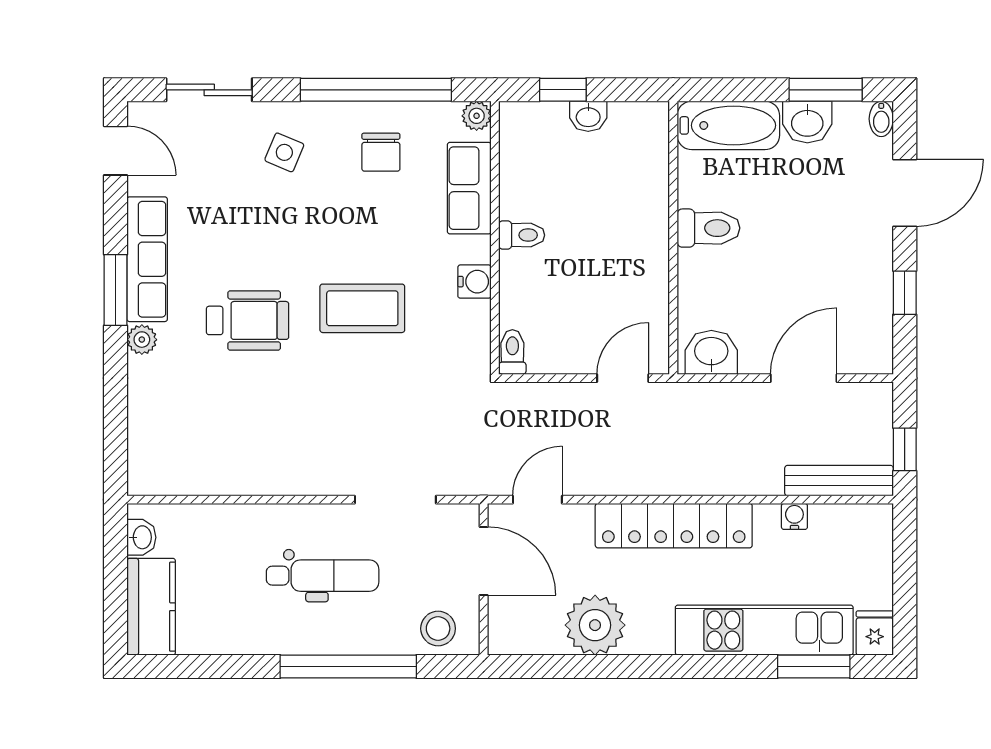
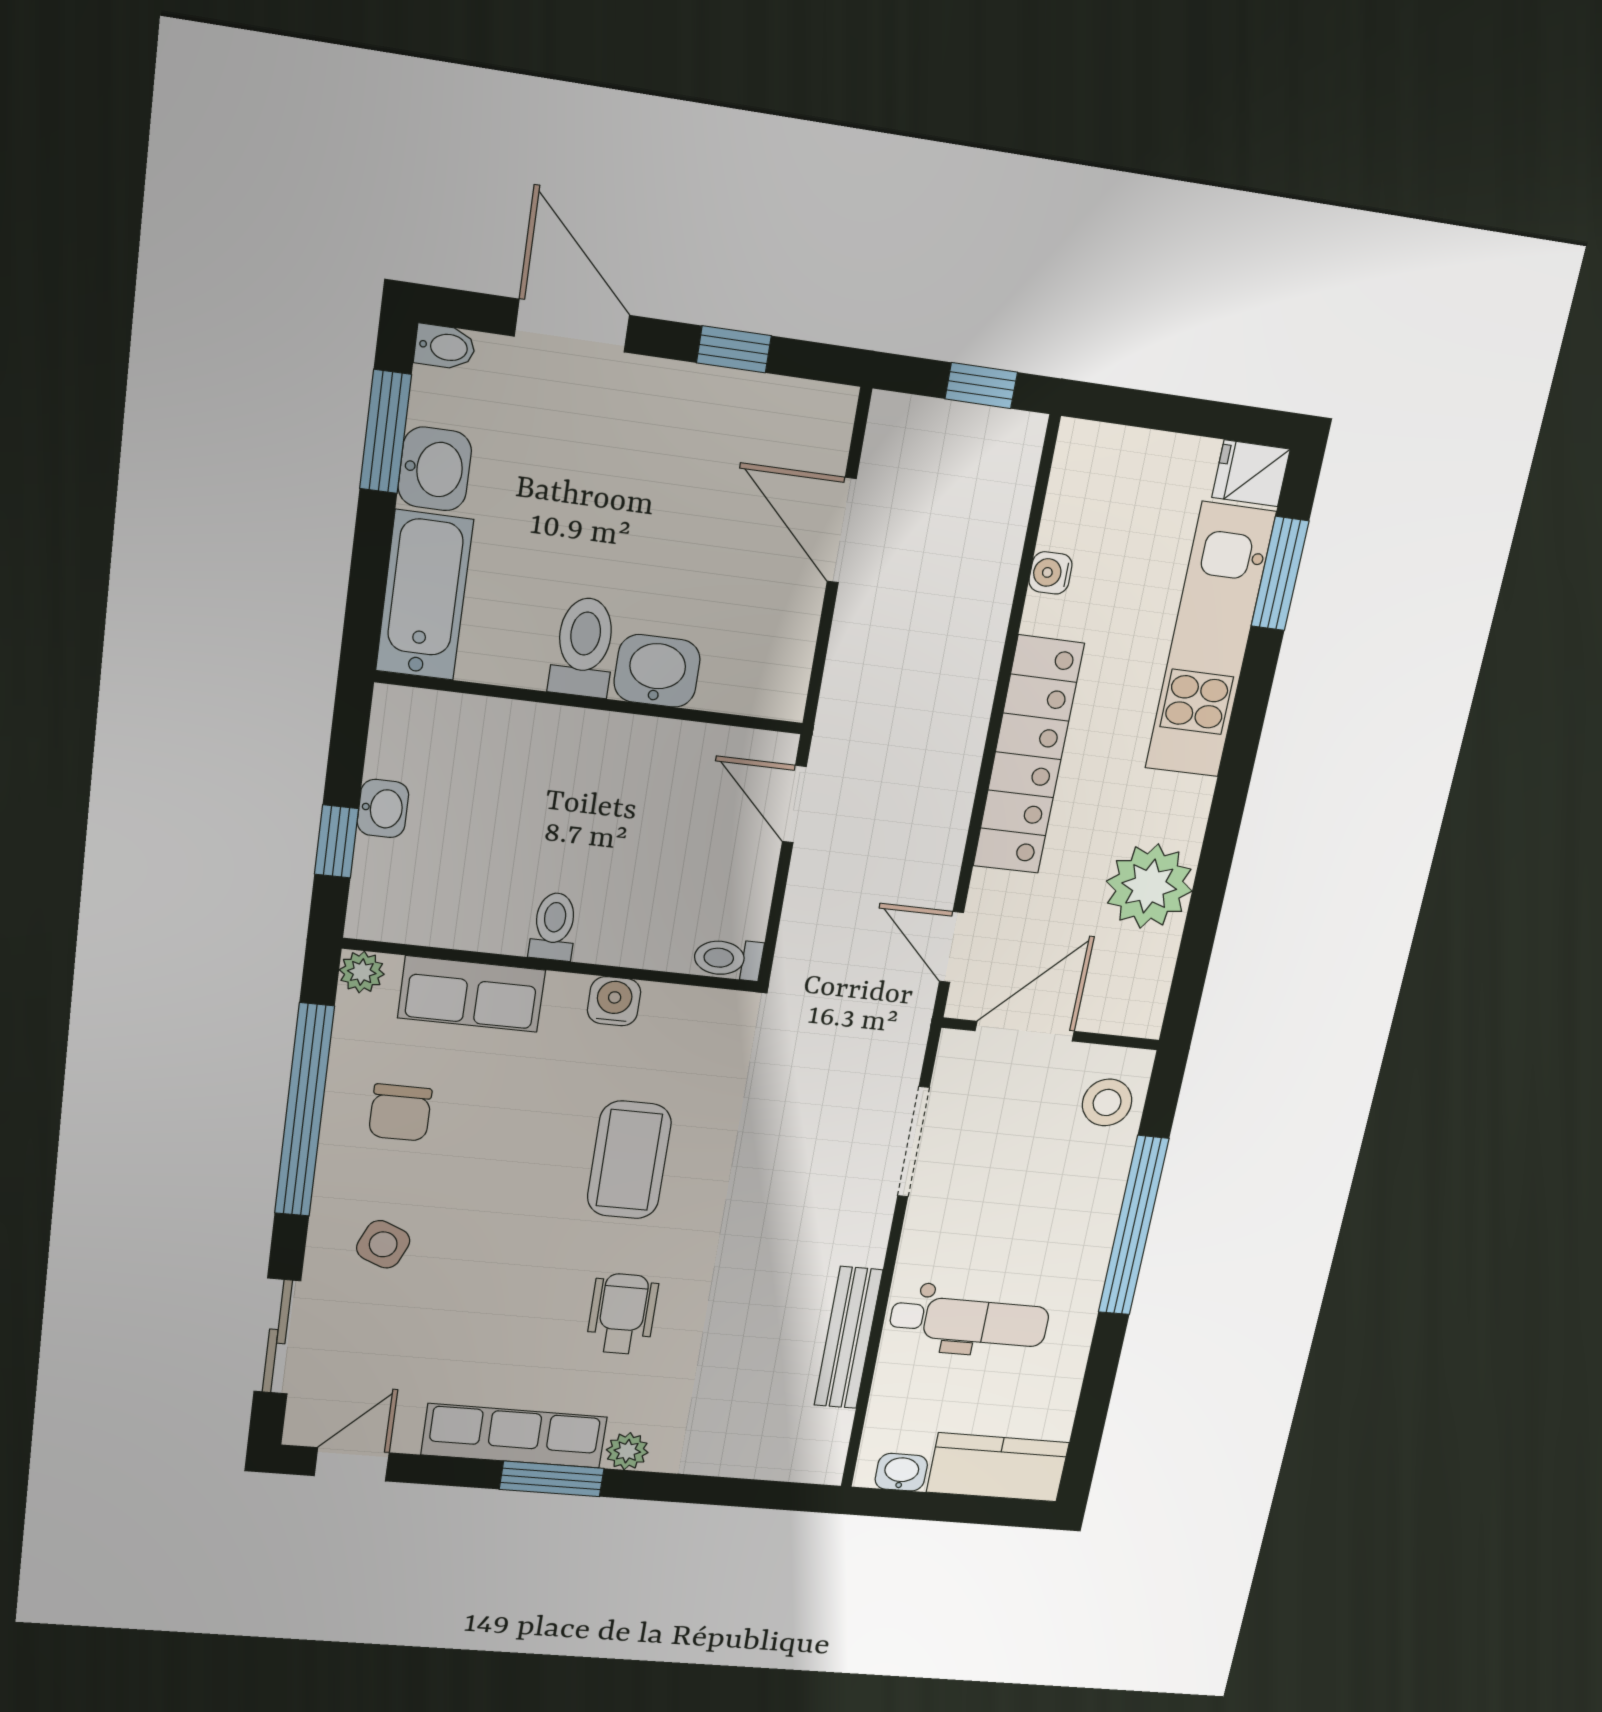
chair: (381, 152) -> (400, 1113), turned 90
wheelchair: (248, 320) -> (622, 1314), width x0.73, depth x0.73
washbasin: (711, 352) -> (657, 671), moved, turned 90
bench: (839, 481) -> (848, 1338), moved
dental chair: (323, 576) -> (969, 1321), moved, turned 90

